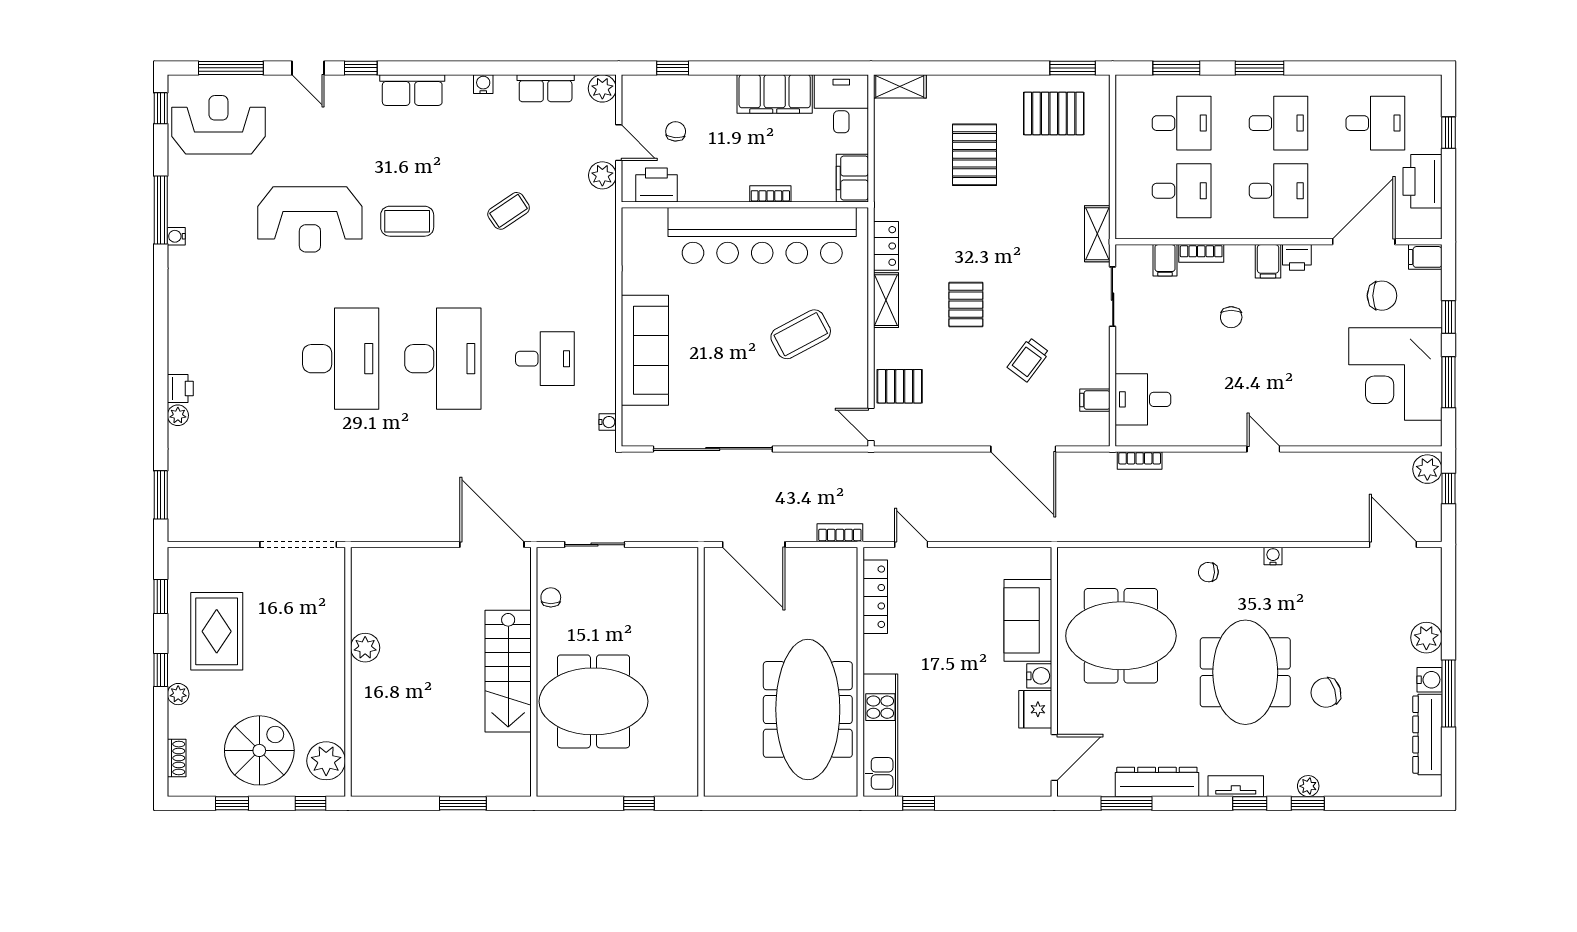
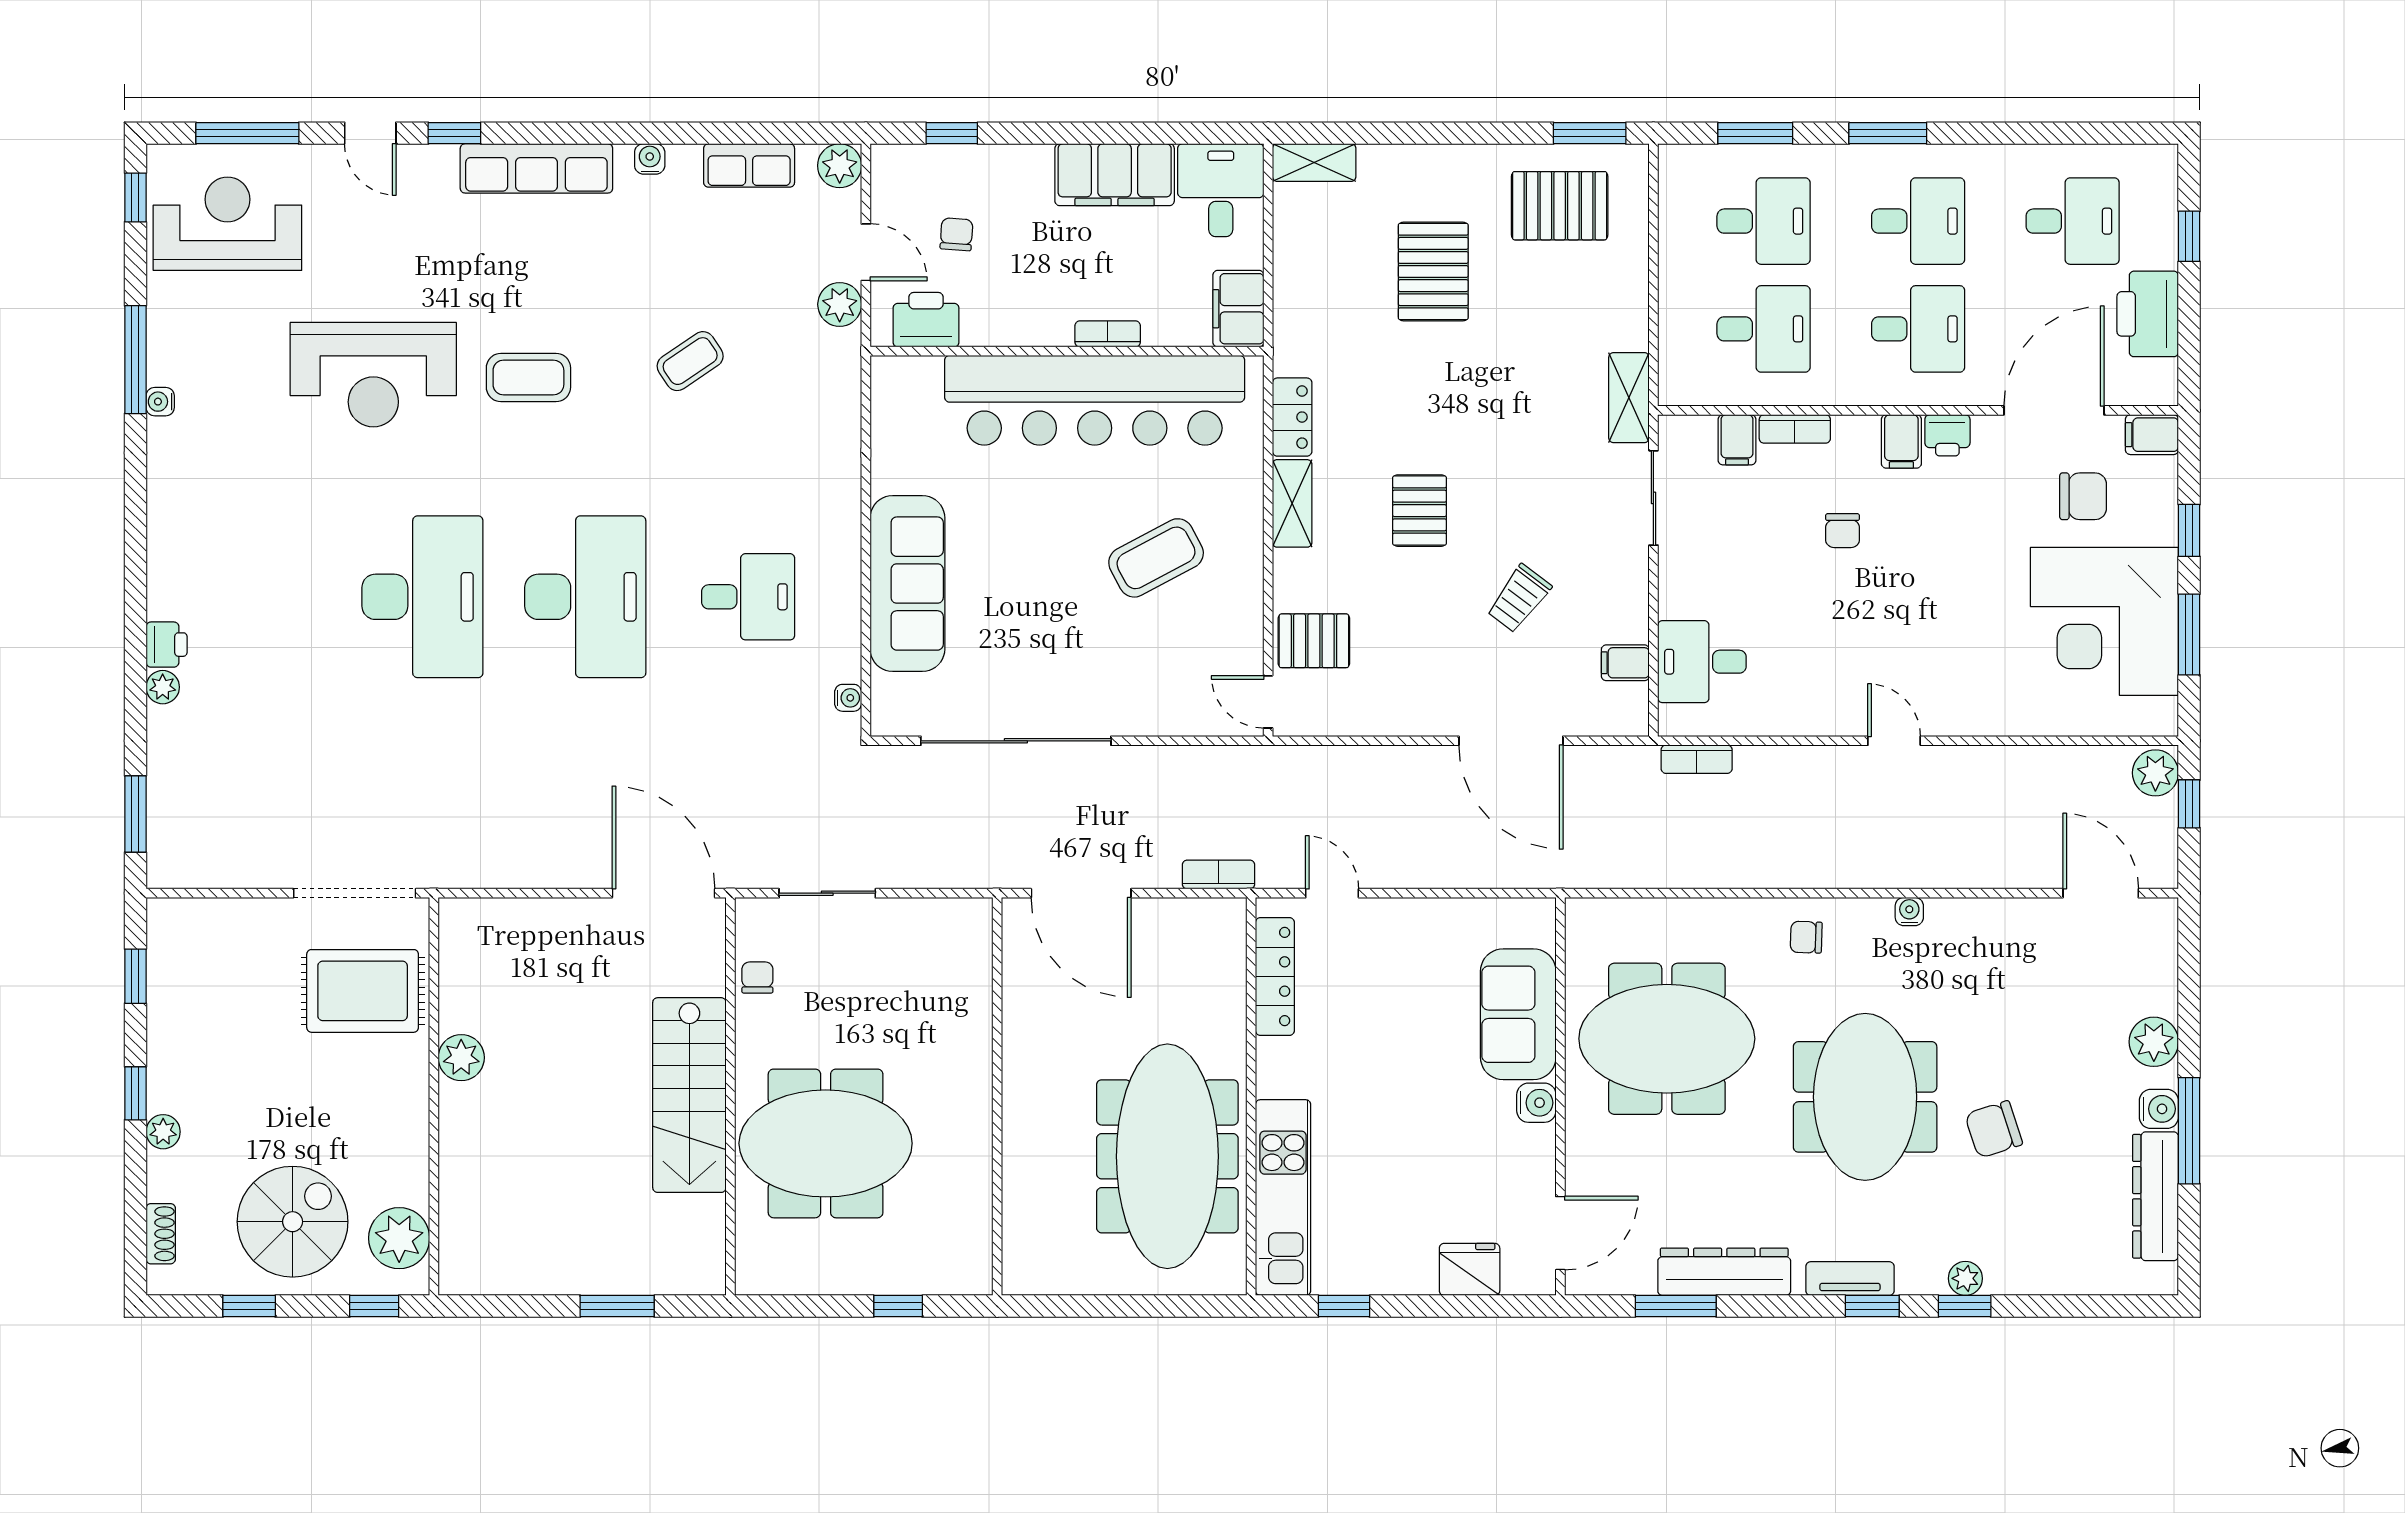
row of seats: (412, 90) -> (536, 168), width x1.48
rug: (217, 631) -> (363, 991), moved, turned 90
fridge: (1035, 709) -> (1470, 1269), moved, turned 90

